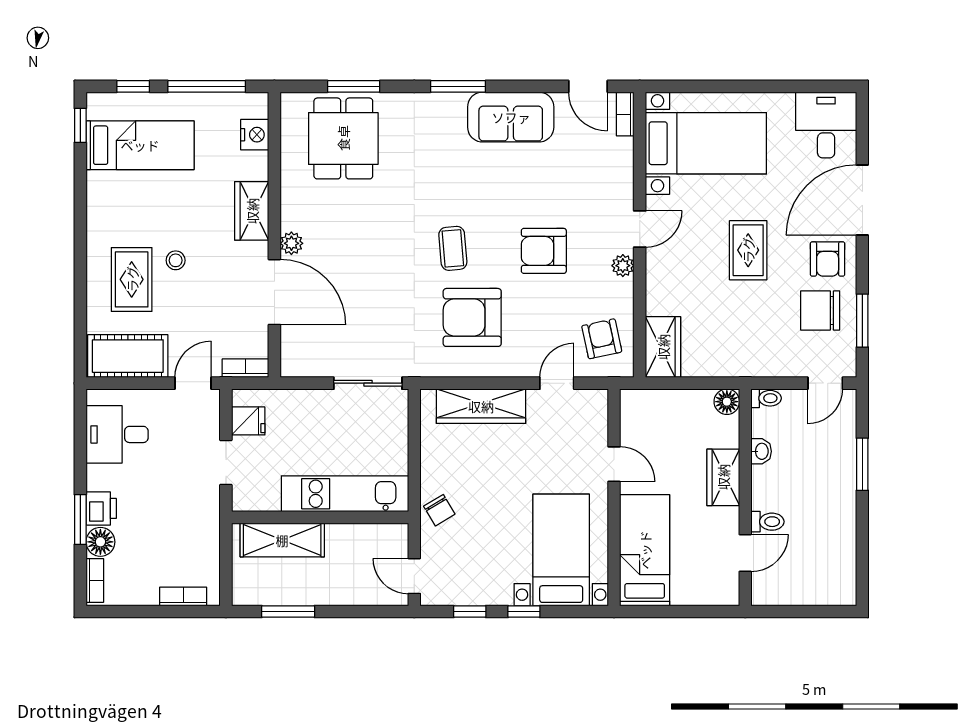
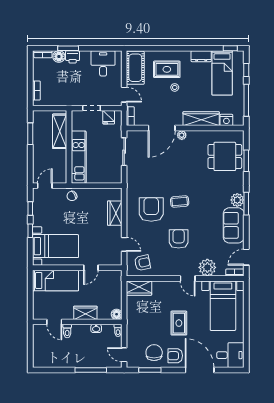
plant: (449, 108) -> (237, 200), added
dresser: (100, 196) -> (201, 56), added
wardrobe: (252, 211) -> (201, 119), width x1.50
rug: (748, 250) -> (179, 323), turned 90
plant: (623, 266) -> (207, 267), moved, width x1.88, depth x1.88
sliding door: (368, 383) -> (124, 152), moved
wardrobe: (481, 406) -> (115, 213), width x0.67
window: (862, 464) -> (91, 370), width x1.44

